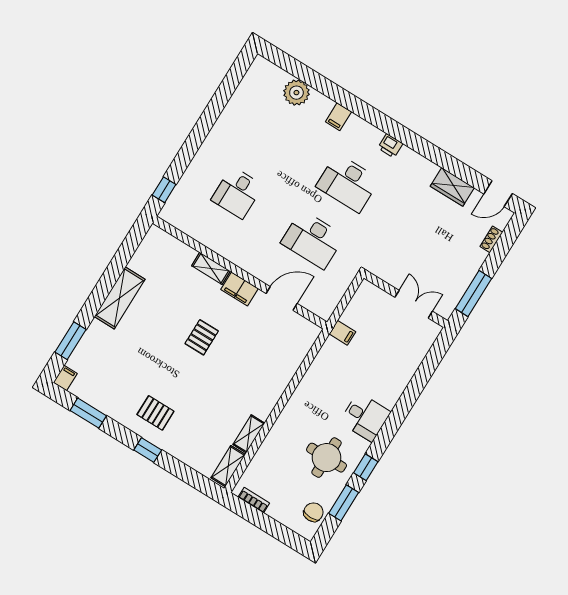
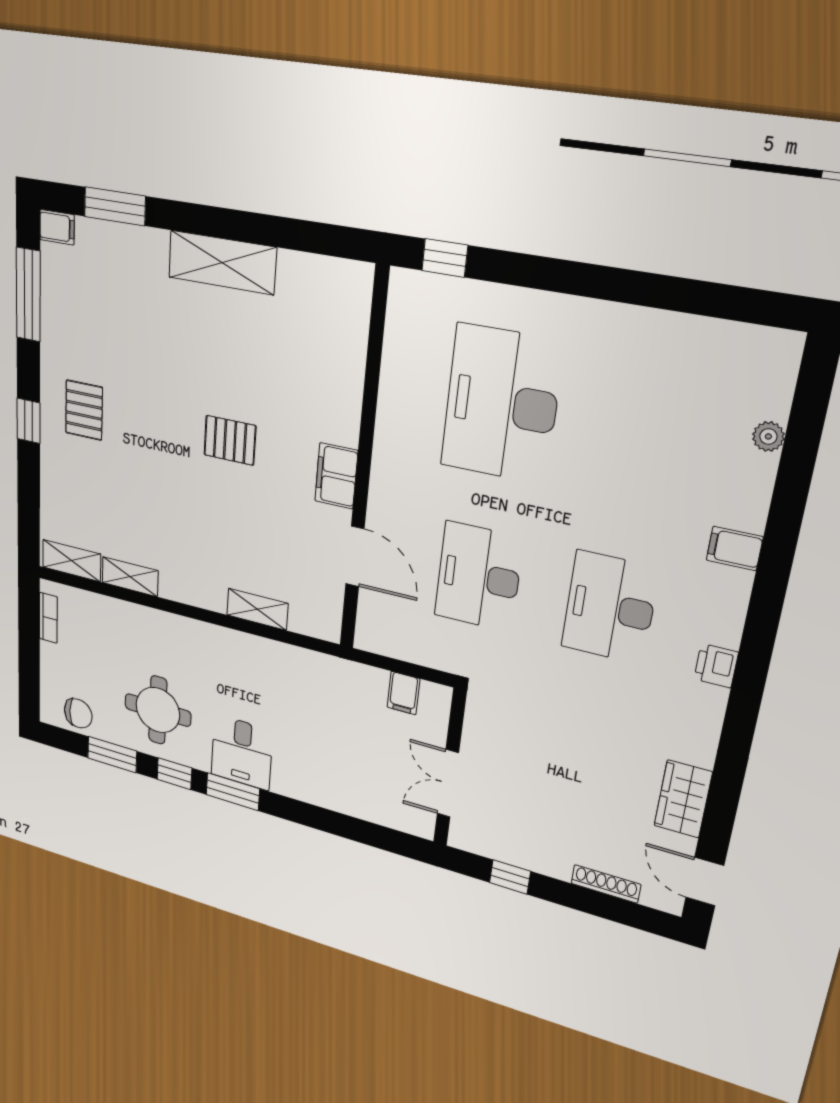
plant: (296, 93) -> (768, 436), width x0.53, depth x0.53
desk: (237, 193) -> (501, 404), width x1.87, depth x1.30
shoe rack: (491, 239) -> (606, 884), width x1.43
shelving: (211, 268) -> (257, 609), moved, turned 90
window: (473, 294) -> (510, 877), width x0.46
double door: (414, 304) -> (448, 783), swing flipped
filing cabinet: (342, 333) -> (404, 693), moved
window: (88, 413) -> (28, 295), width x1.44
window: (386, 435) -> (233, 792), added

